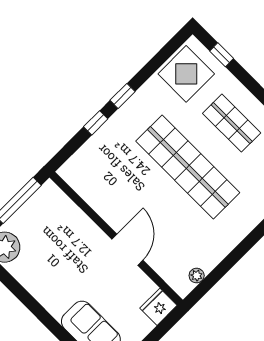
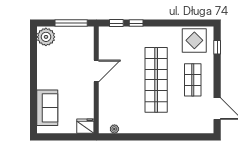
window: (123, 96) -> (116, 23), moved
door: (127, 250) -> (96, 71), moved

